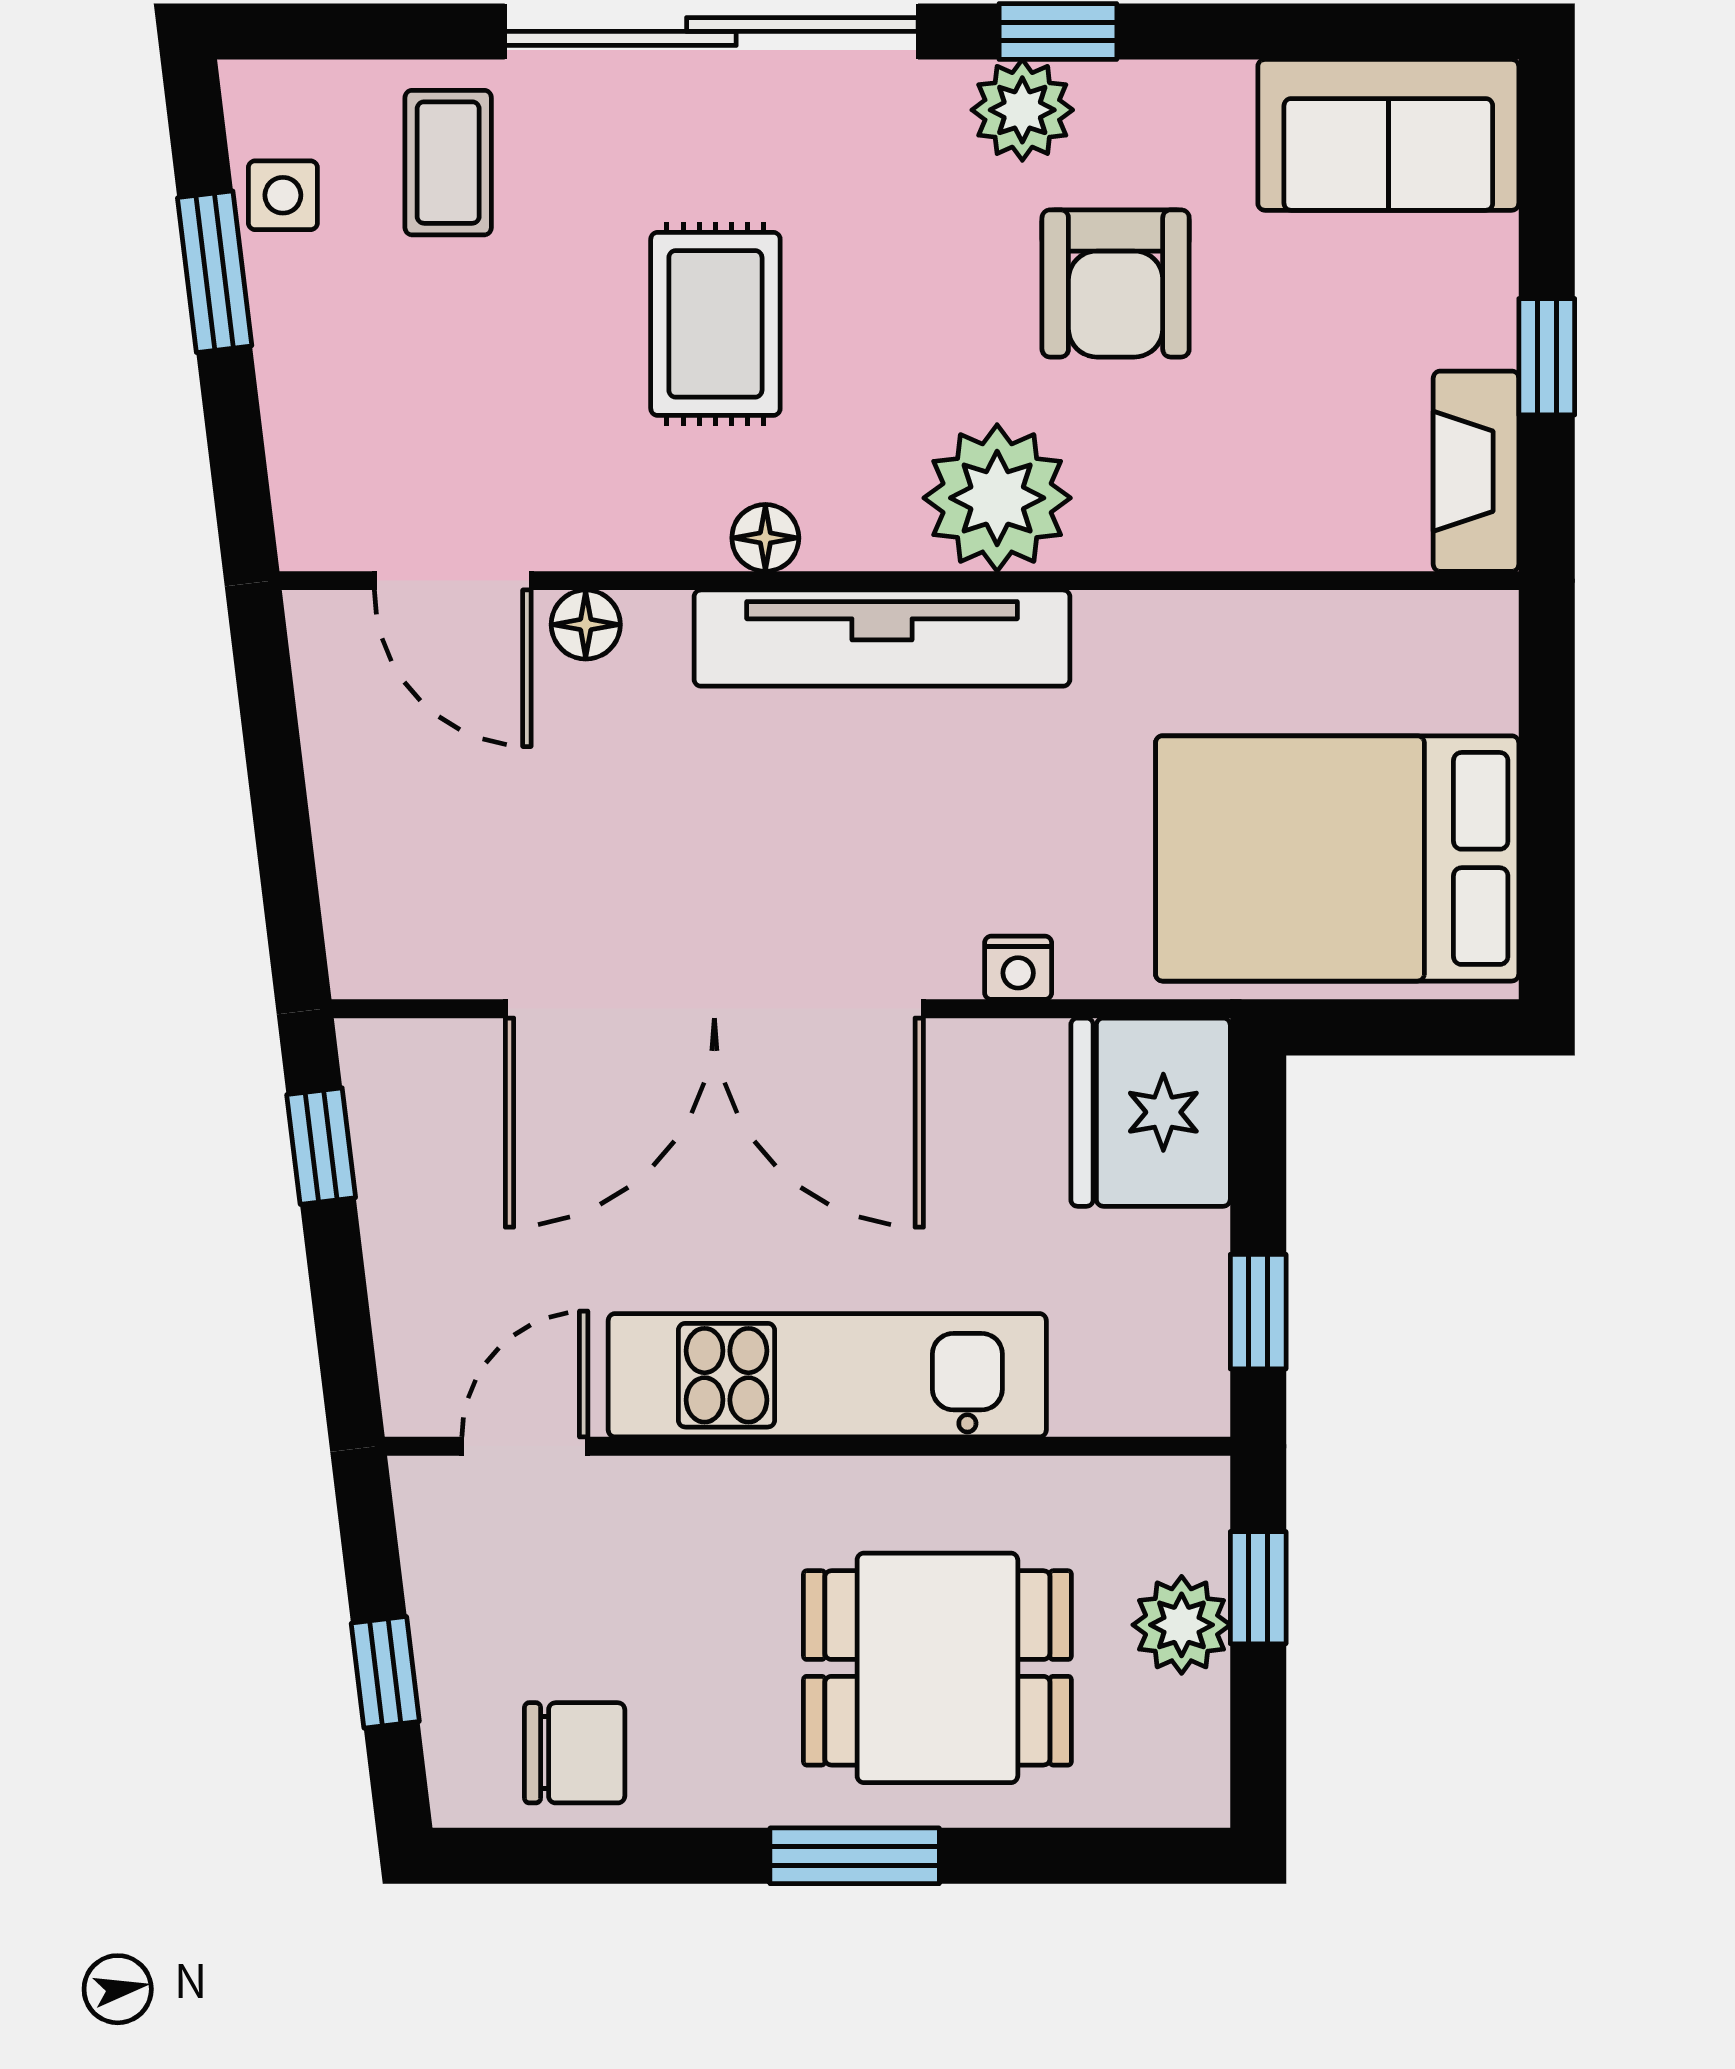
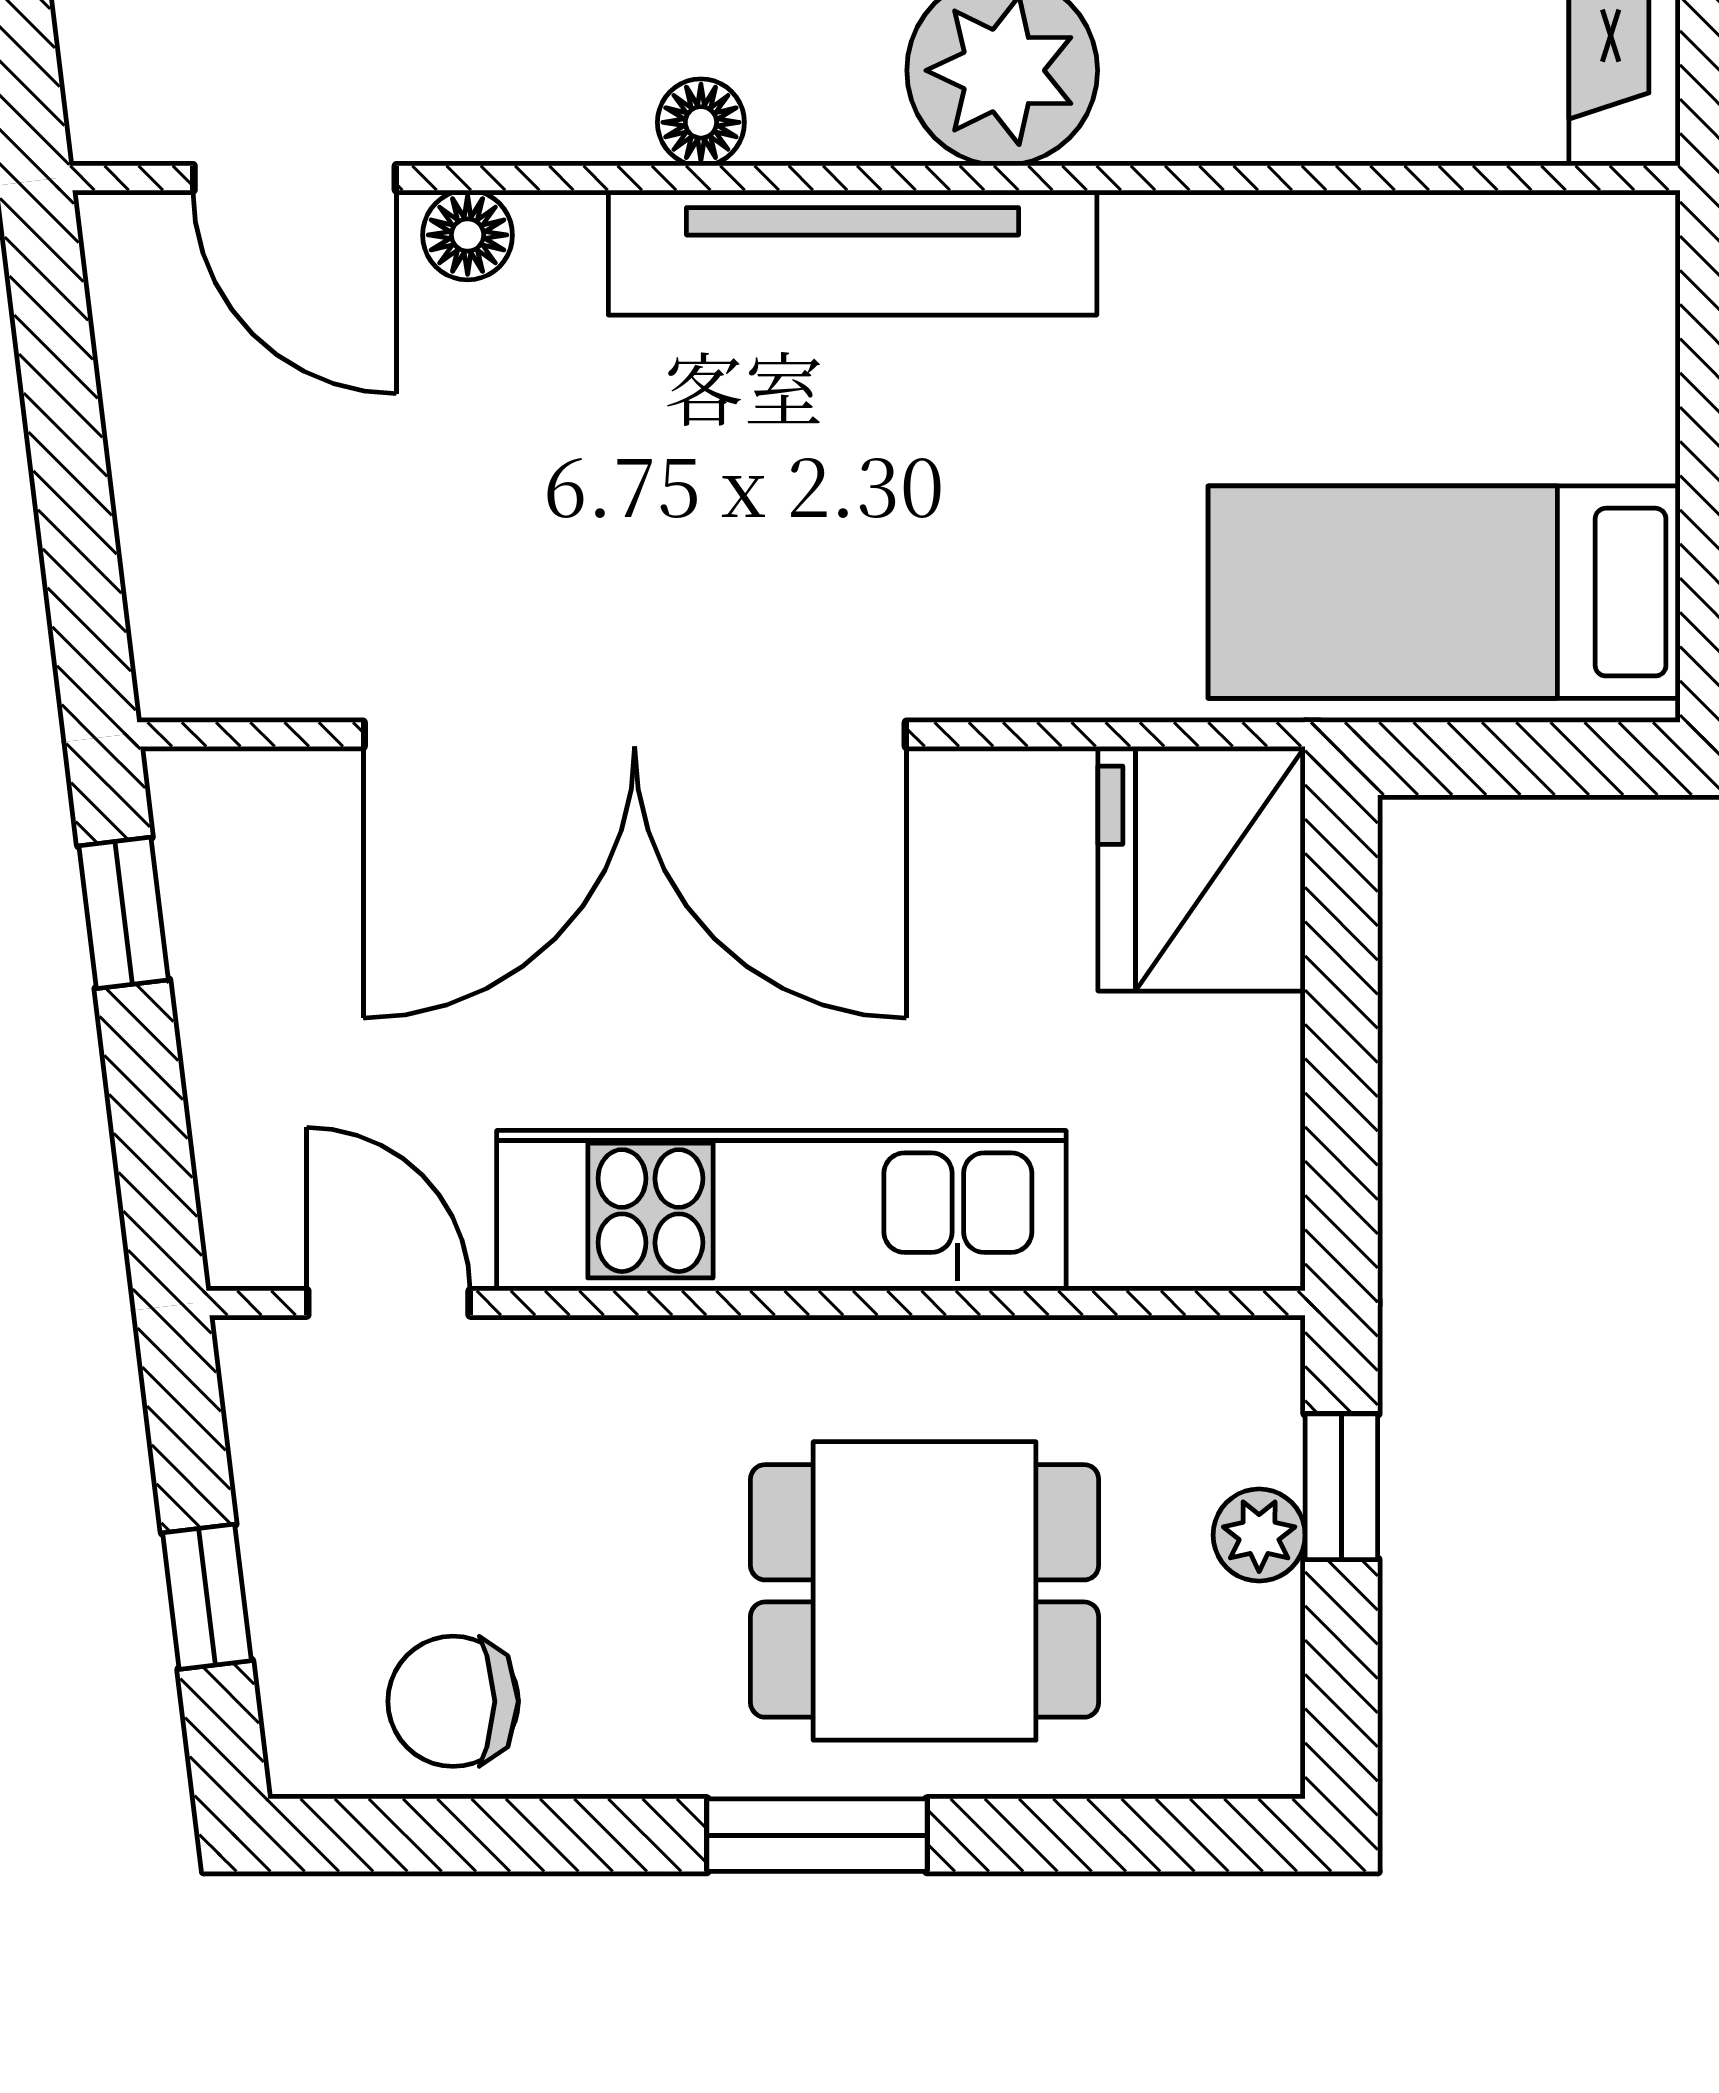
bed: (1337, 858) -> (1444, 592), width x0.67
nightstand: (1018, 968) -> (1029, 681), removed
window: (1258, 1312) -> (1341, 1128), removed
door: (525, 1446) -> (388, 1303), hinge flipped
plant: (1182, 1625) -> (1259, 1535), width x0.73, depth x0.73
chair: (575, 1753) -> (453, 1701), turned 180

